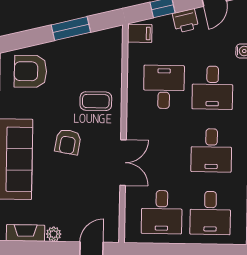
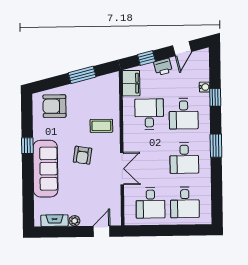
filing cabinet: (140, 33) -> (131, 83), width x2.00

